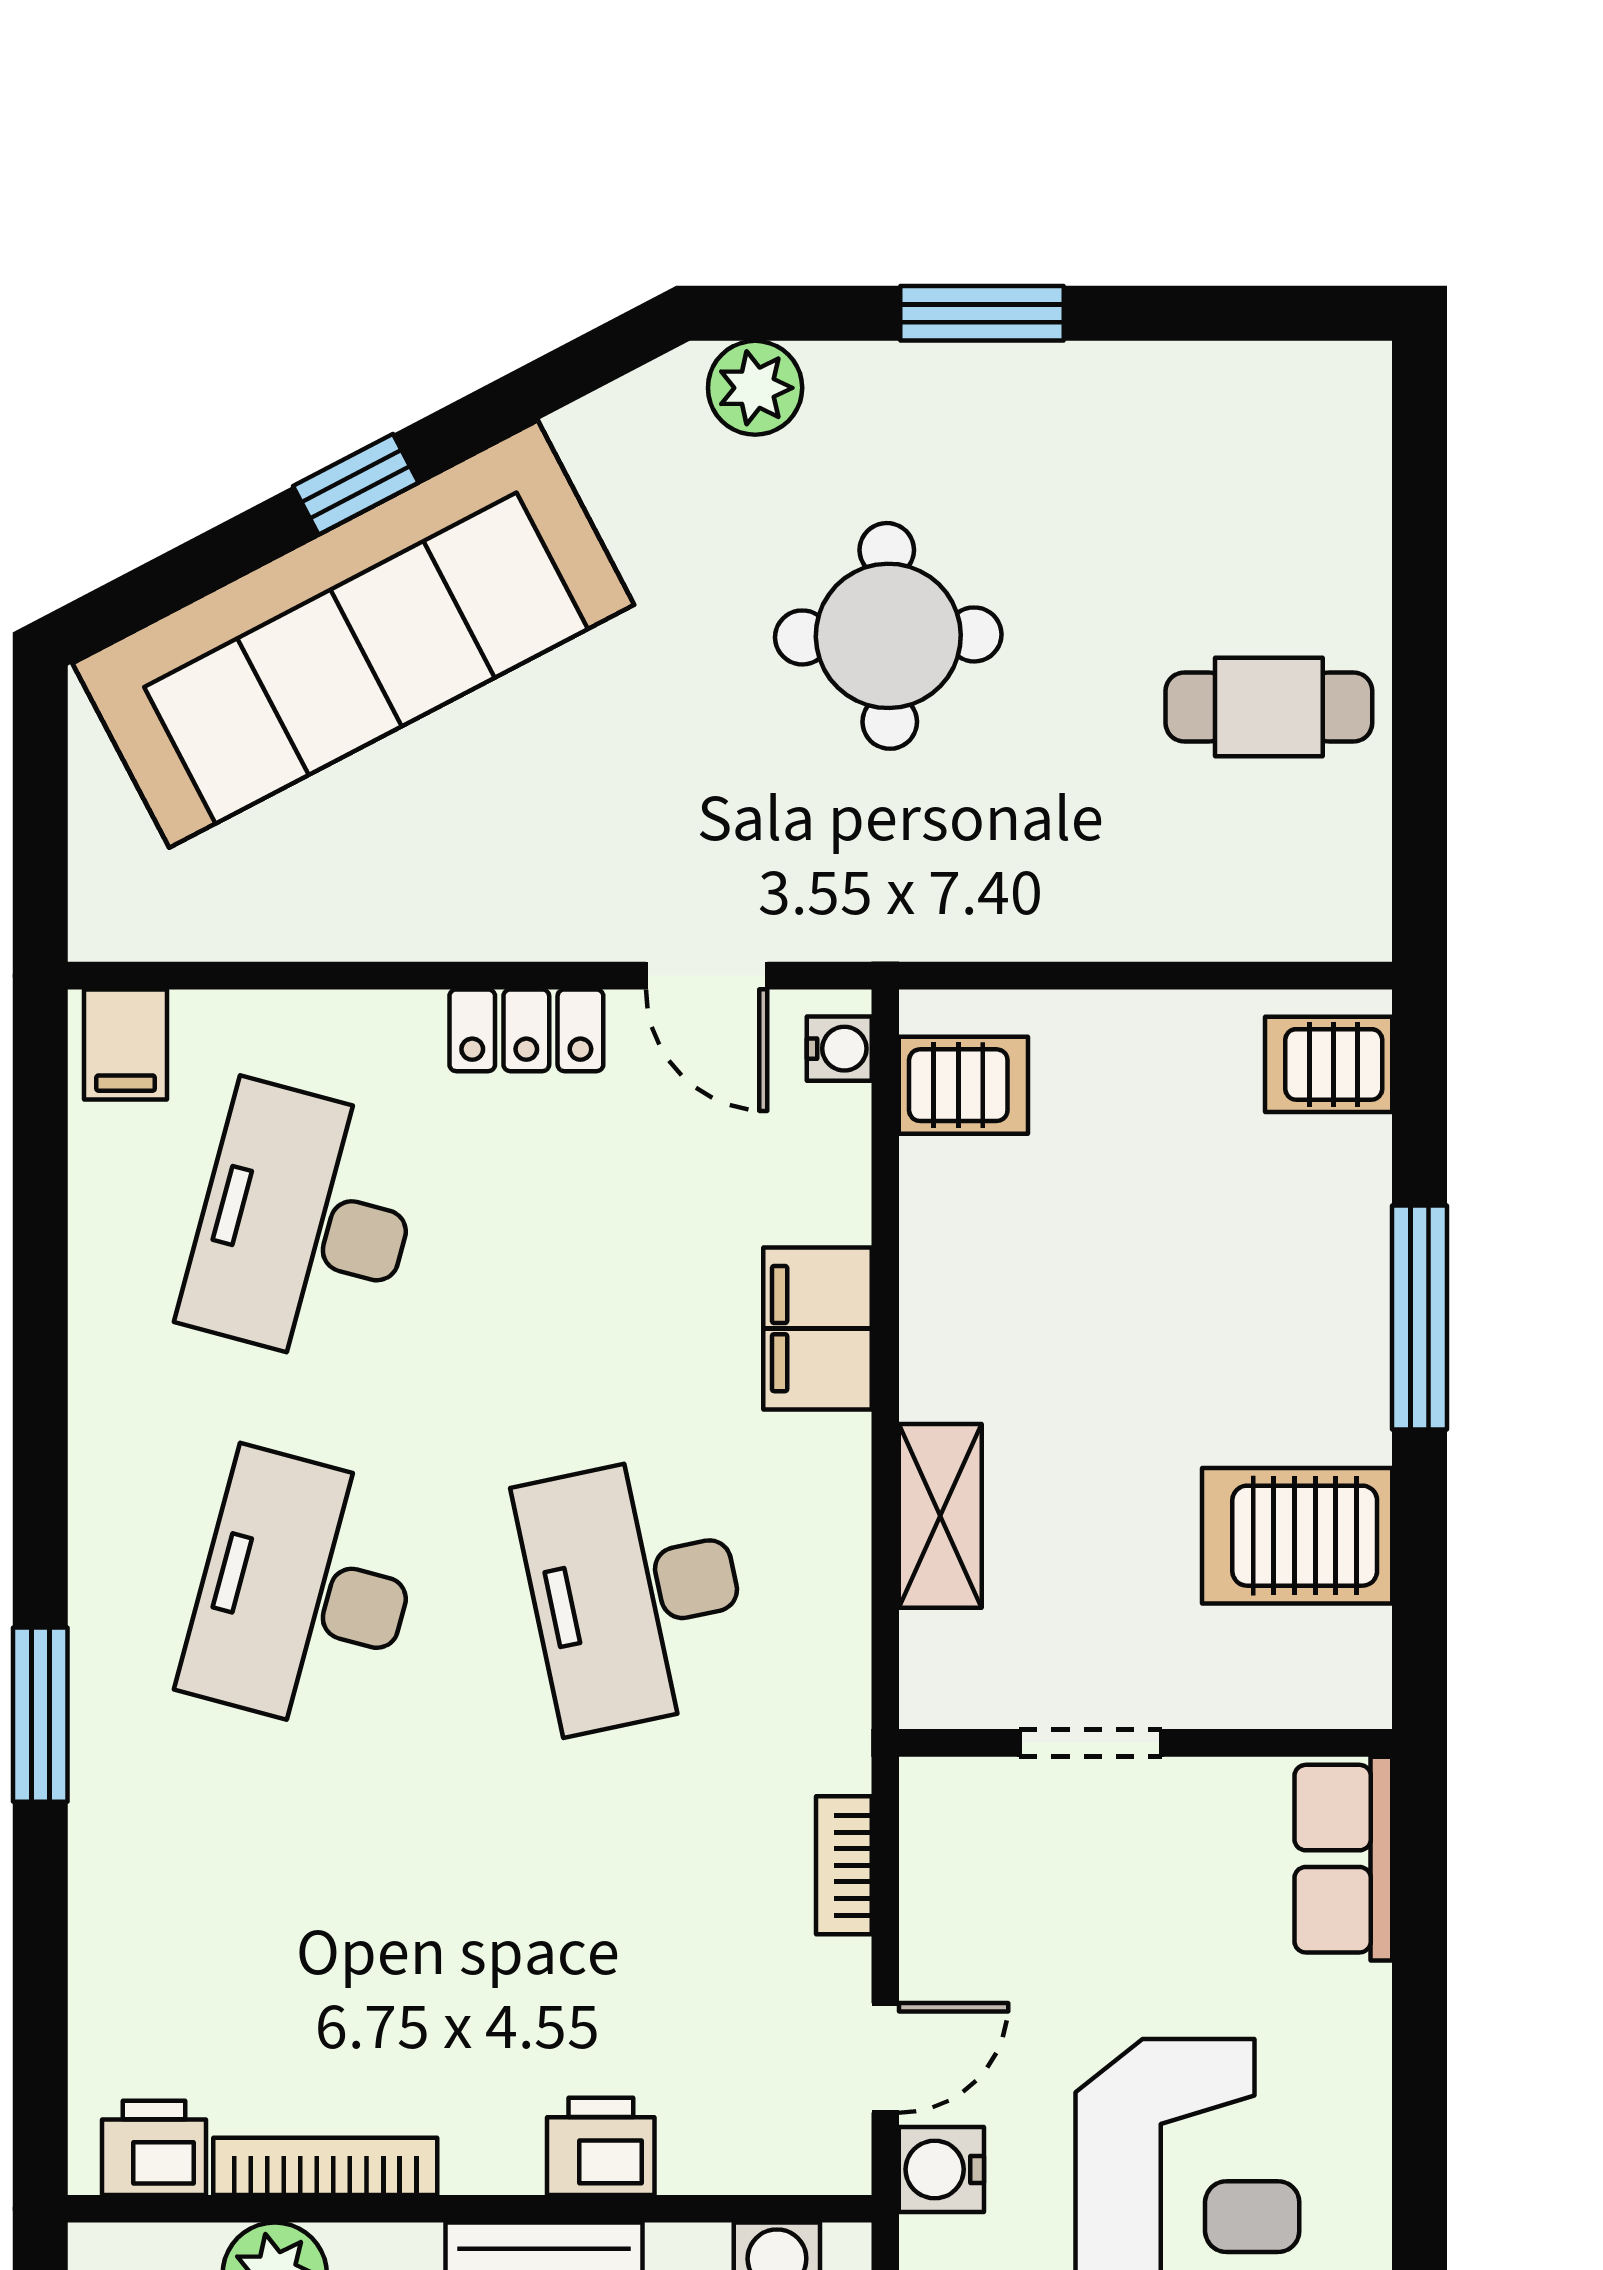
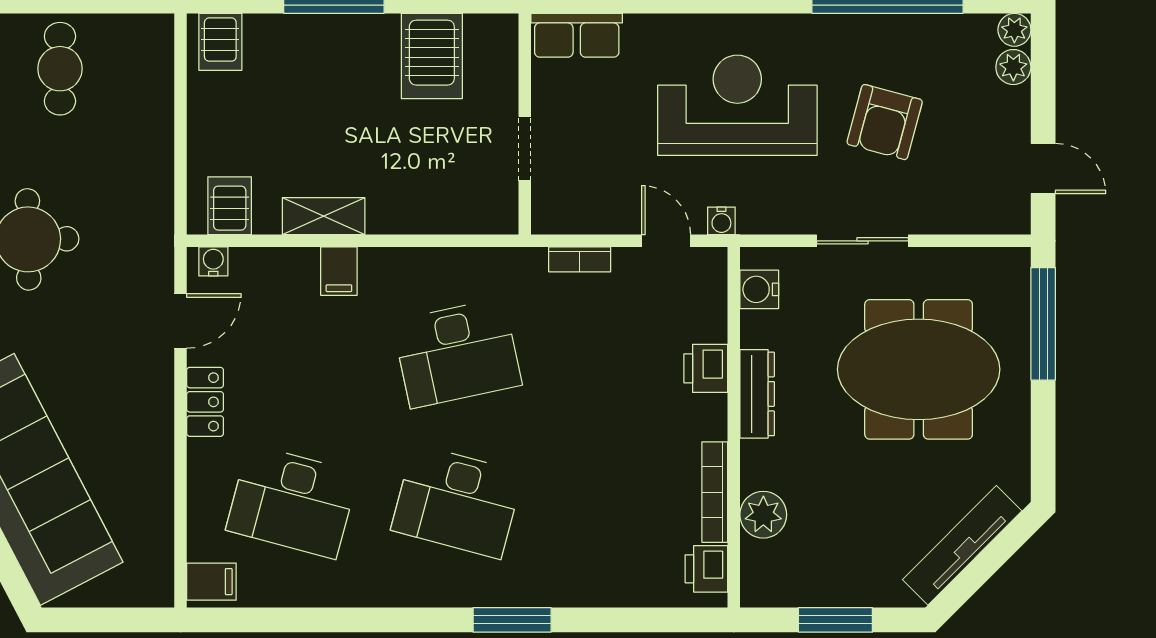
filing cabinet: (817, 1329) -> (339, 271), width x0.50
shelving: (940, 1516) -> (324, 216), moved
water cooler: (941, 2169) -> (721, 221), width x0.72, depth x0.72

